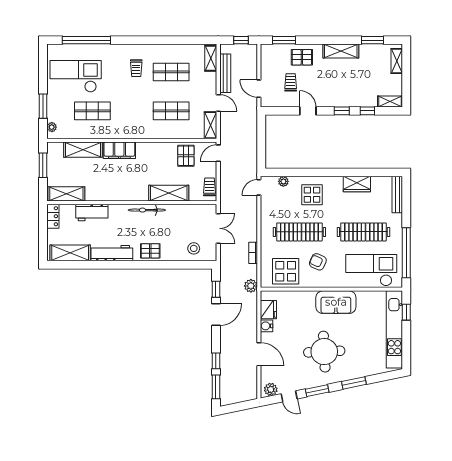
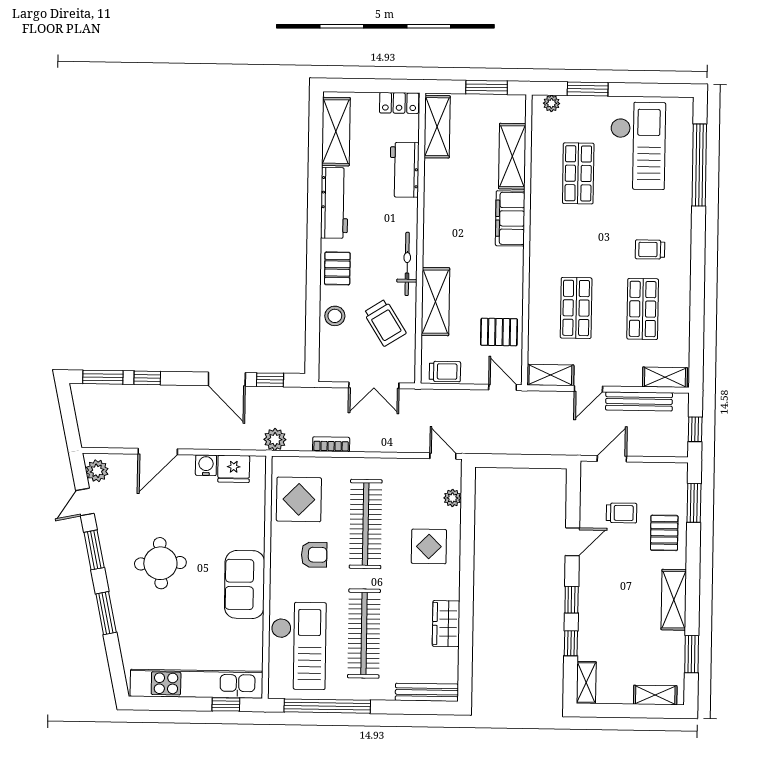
trolley: (182, 223) -> (385, 323), added
stool: (194, 248) -> (335, 316), moved
armchair: (318, 262) -> (314, 555), turned 66
round table: (324, 352) -> (160, 563), width x0.73, depth x0.73

